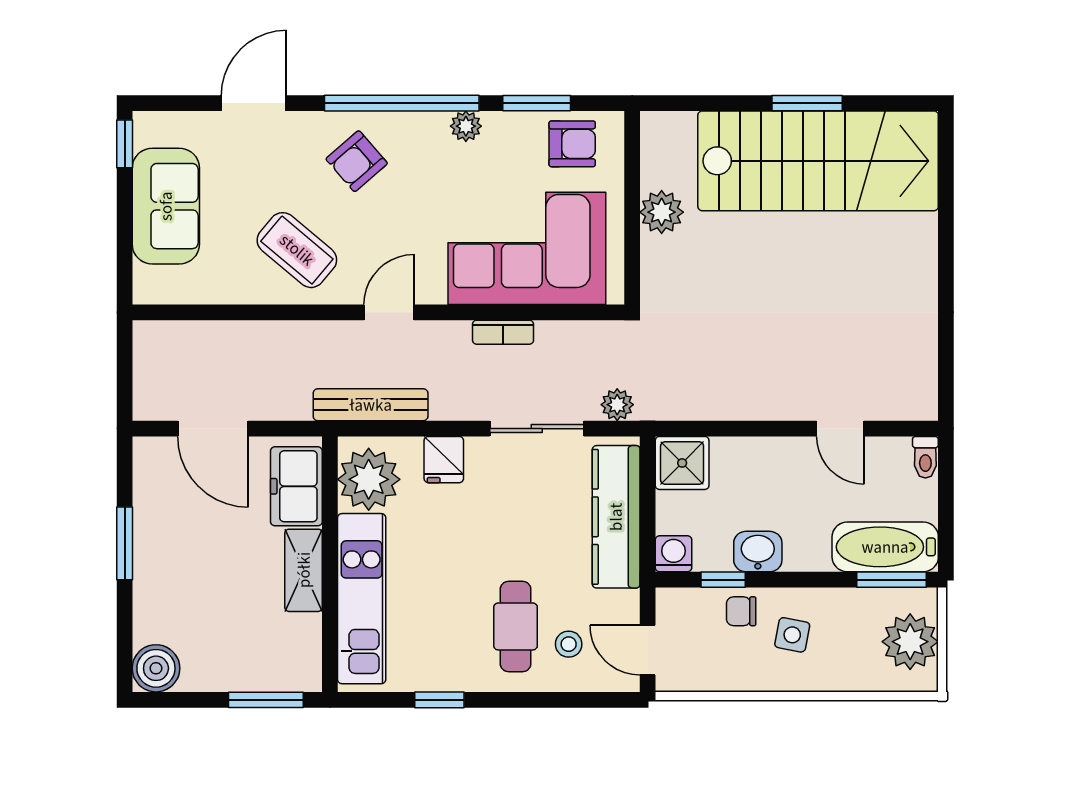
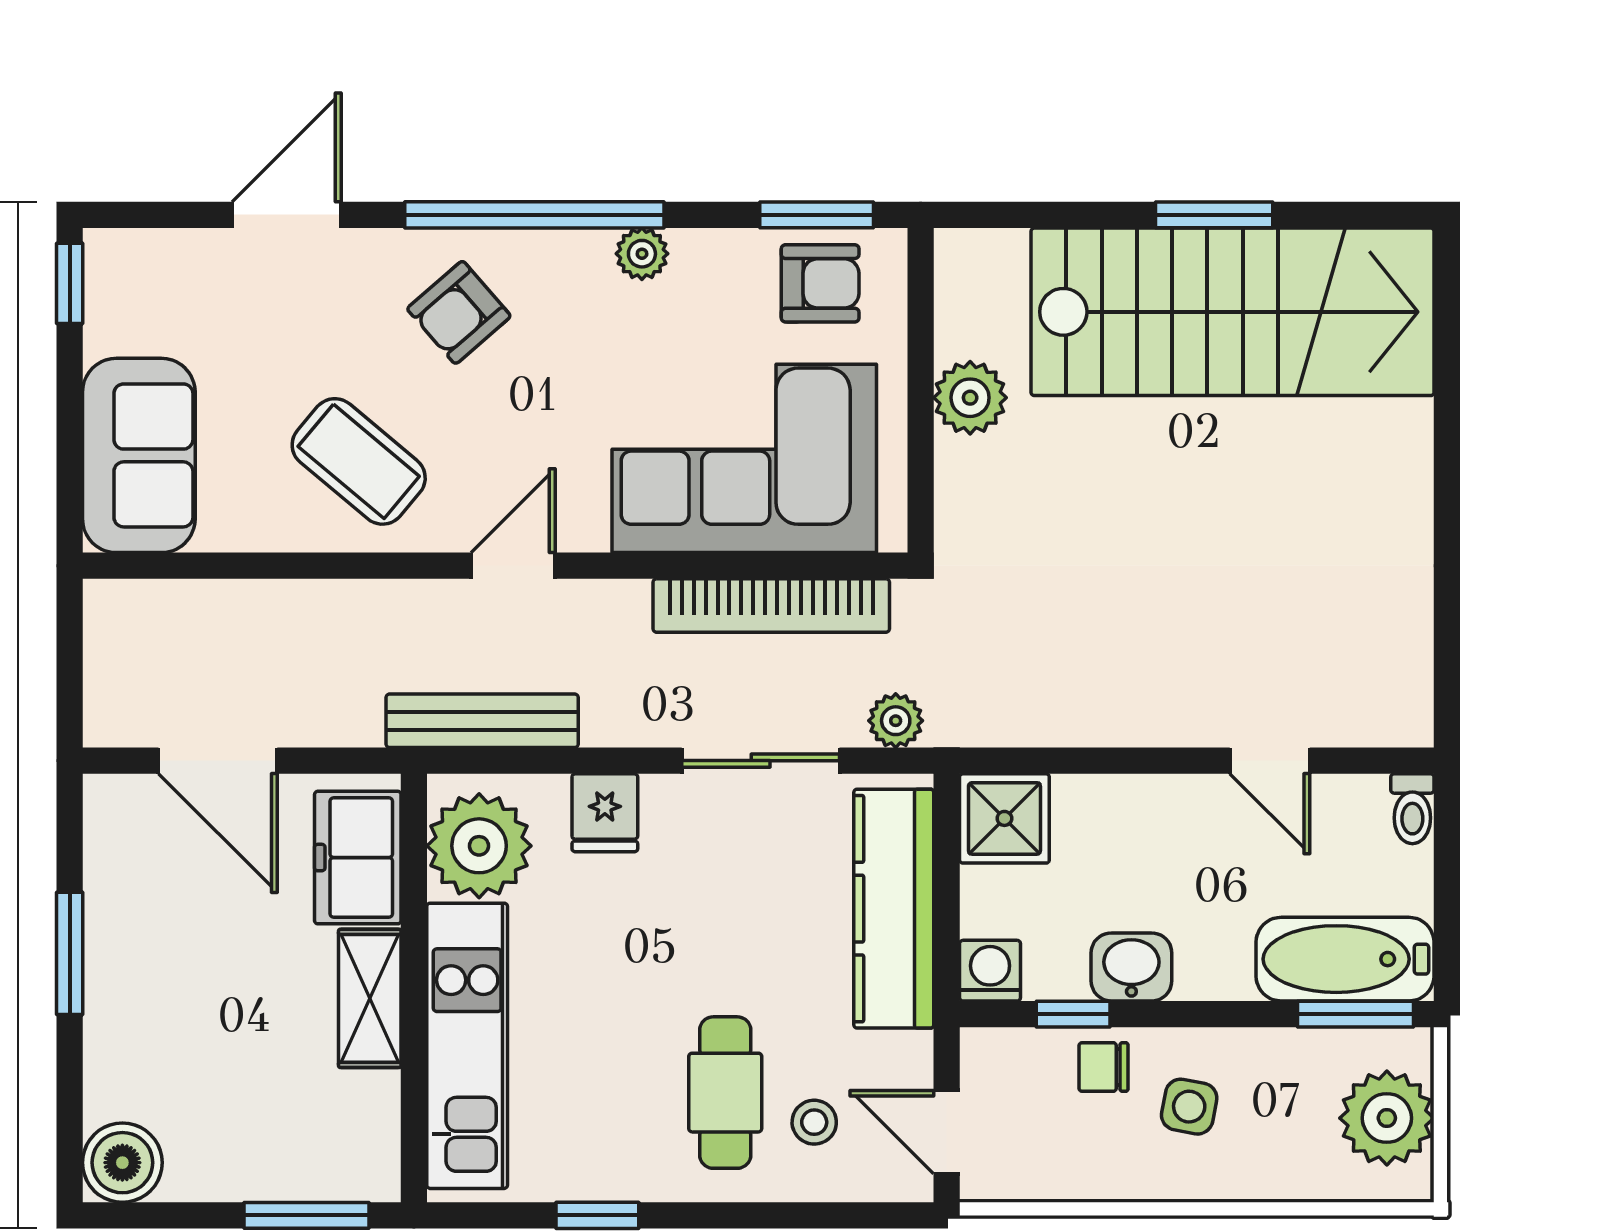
window: (537, 103) -> (817, 215), moved
sofa: (166, 206) -> (139, 455), moved
bookcase: (503, 332) -> (771, 606), width x2.31, depth x1.31

